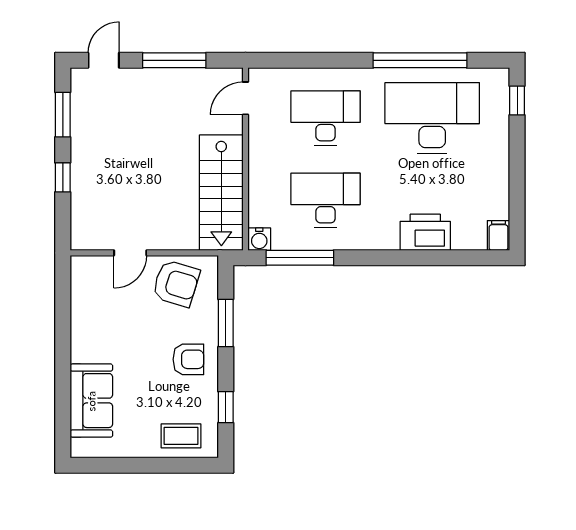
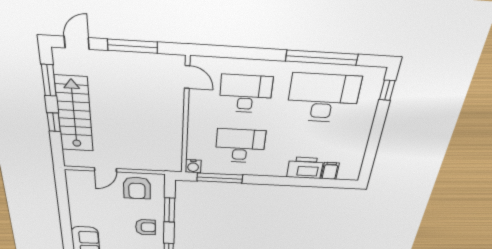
door: (246, 98) -> (187, 77), swing flipped
stairs: (221, 193) -> (74, 114), moved, turned 180
filing cabinet: (498, 235) -> (330, 171), moved
armchair: (176, 283) -> (137, 188), turned 73

